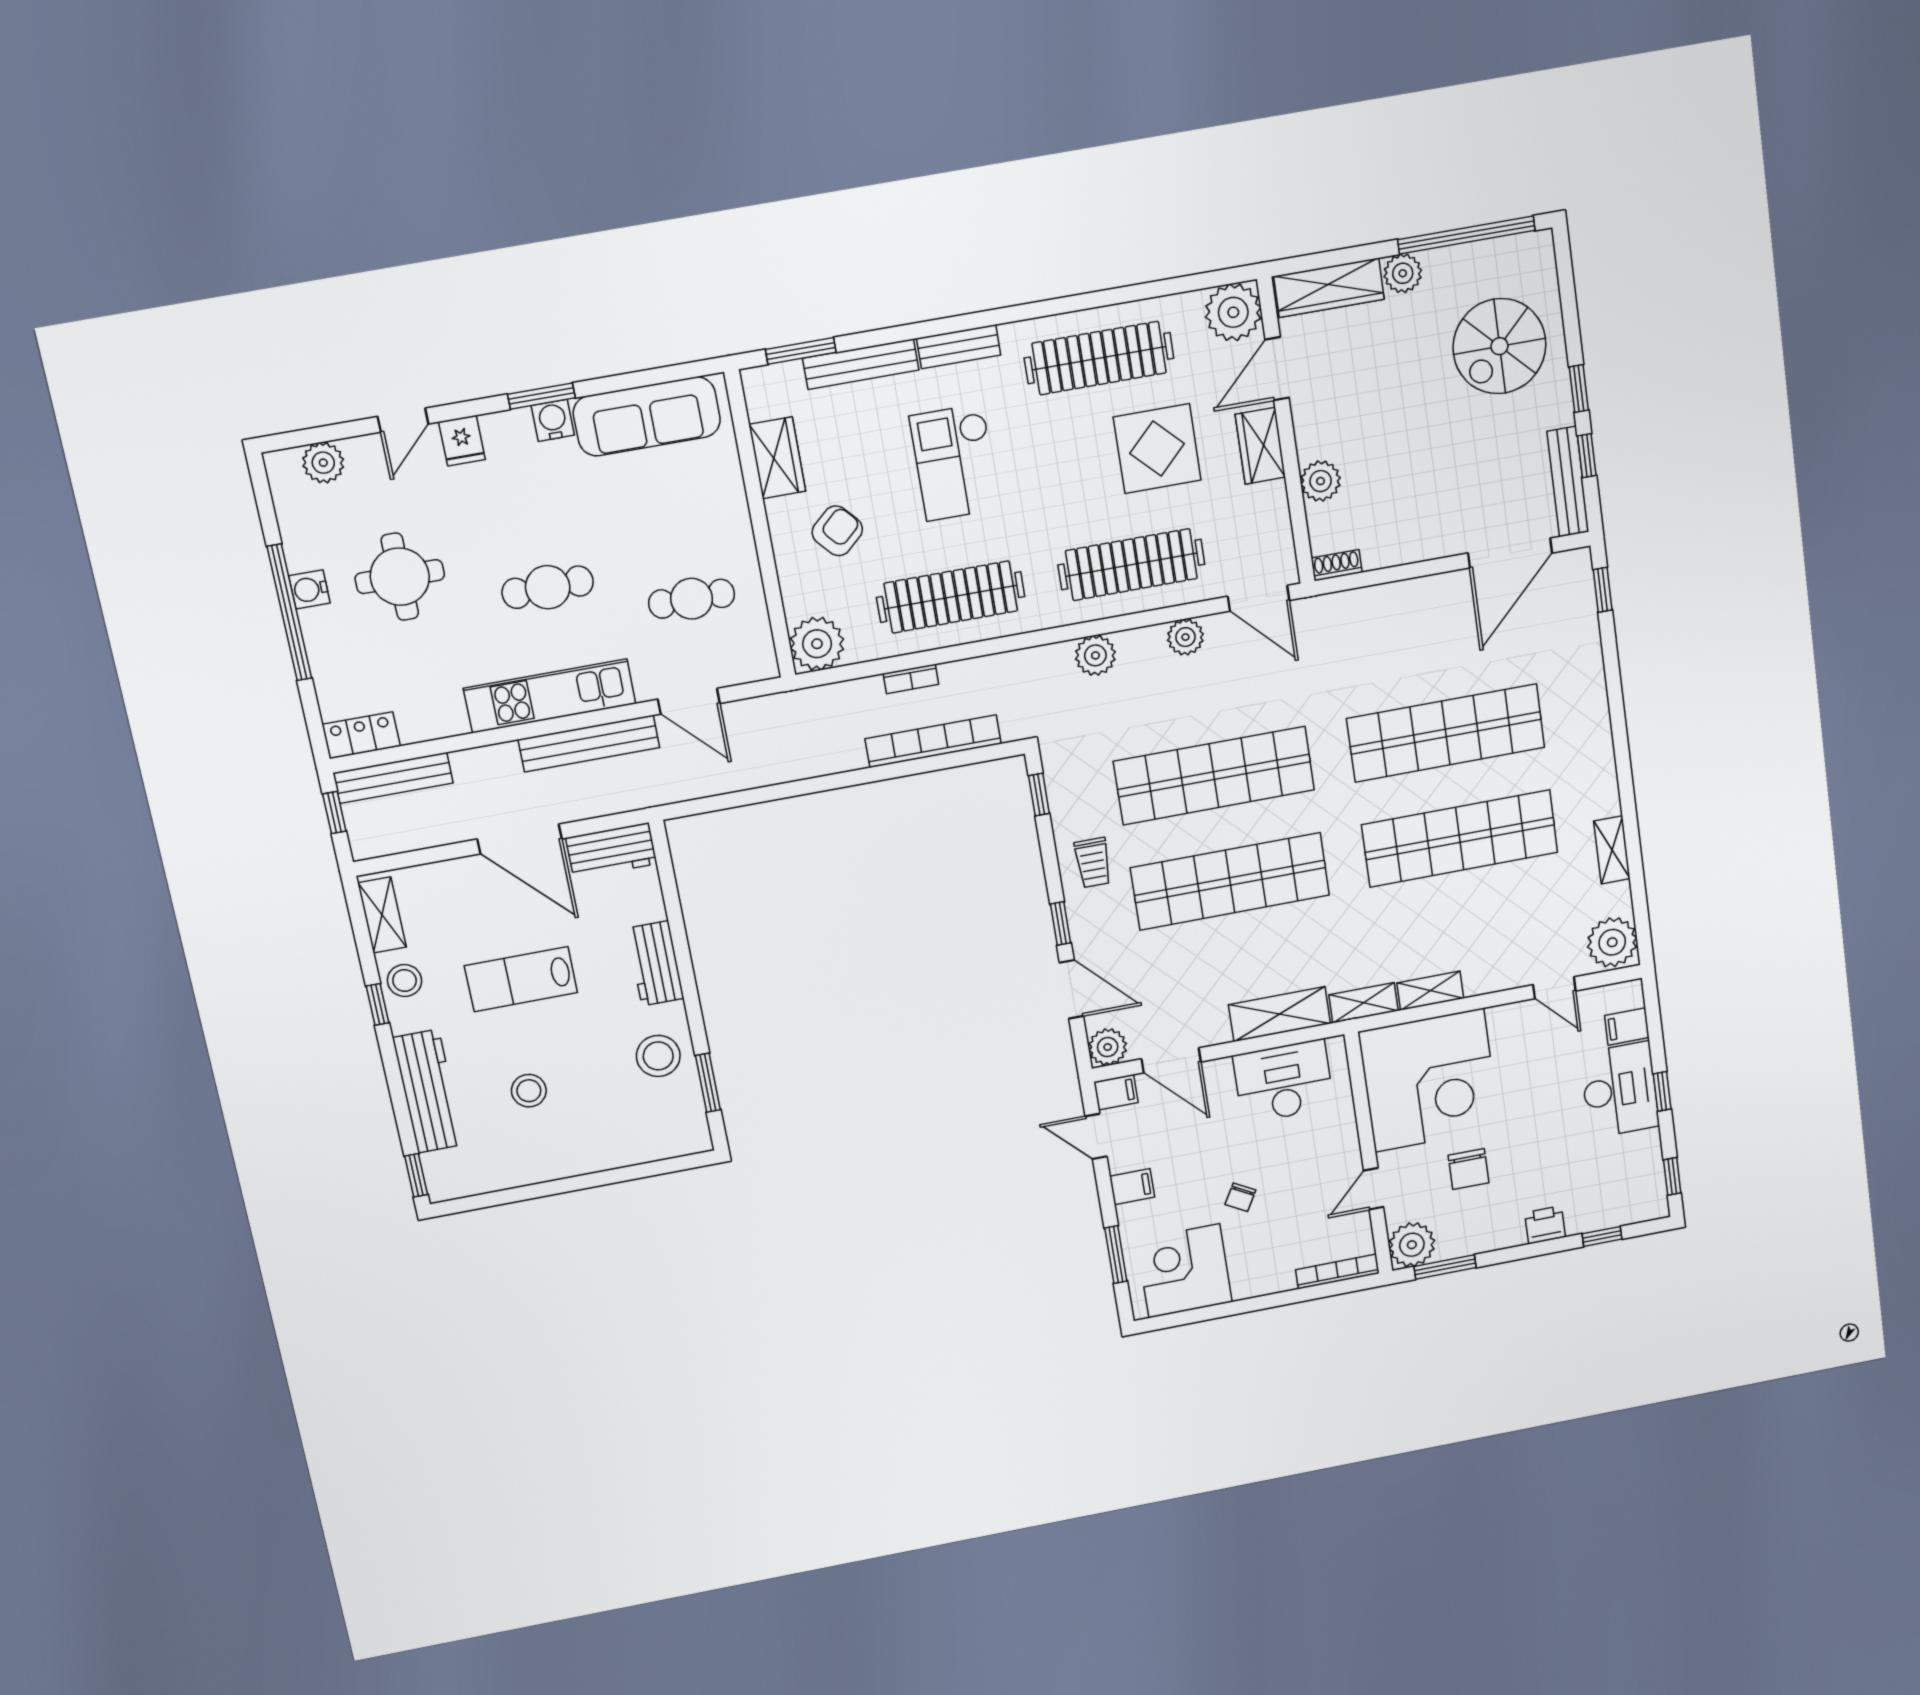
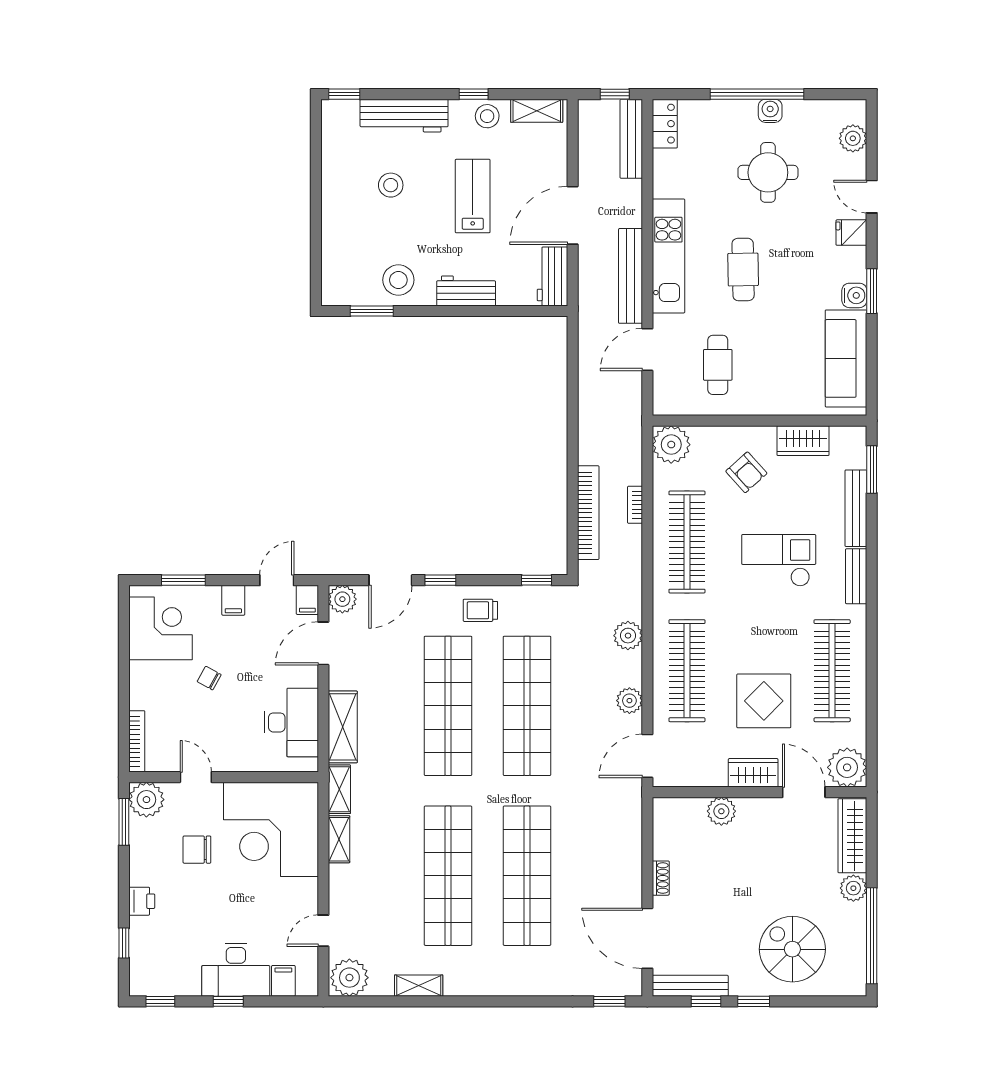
shoe rack: (1337, 565) -> (661, 878), moved

